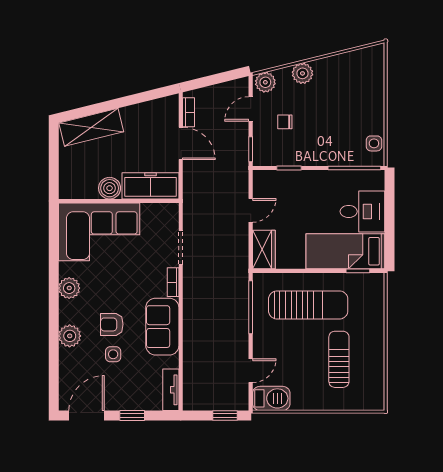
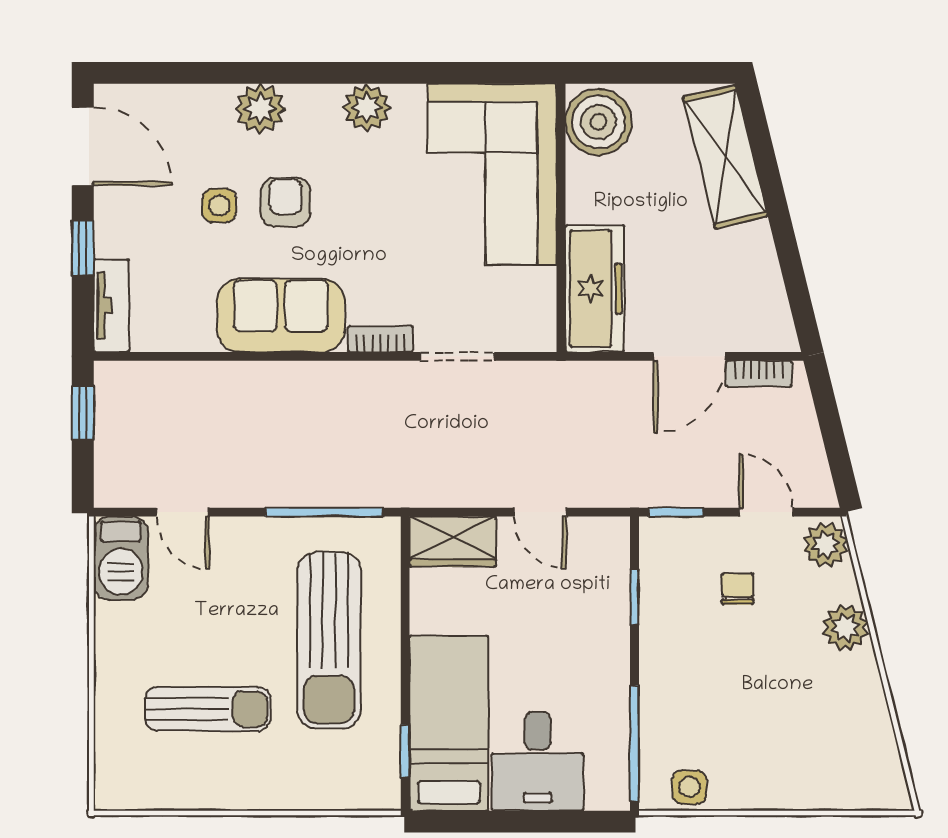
boiler: (110, 188) -> (599, 122), moved, width x1.37, depth x1.37
tv unit: (171, 390) -> (111, 306), moved, turned 90
window: (225, 415) -> (83, 412), moved

